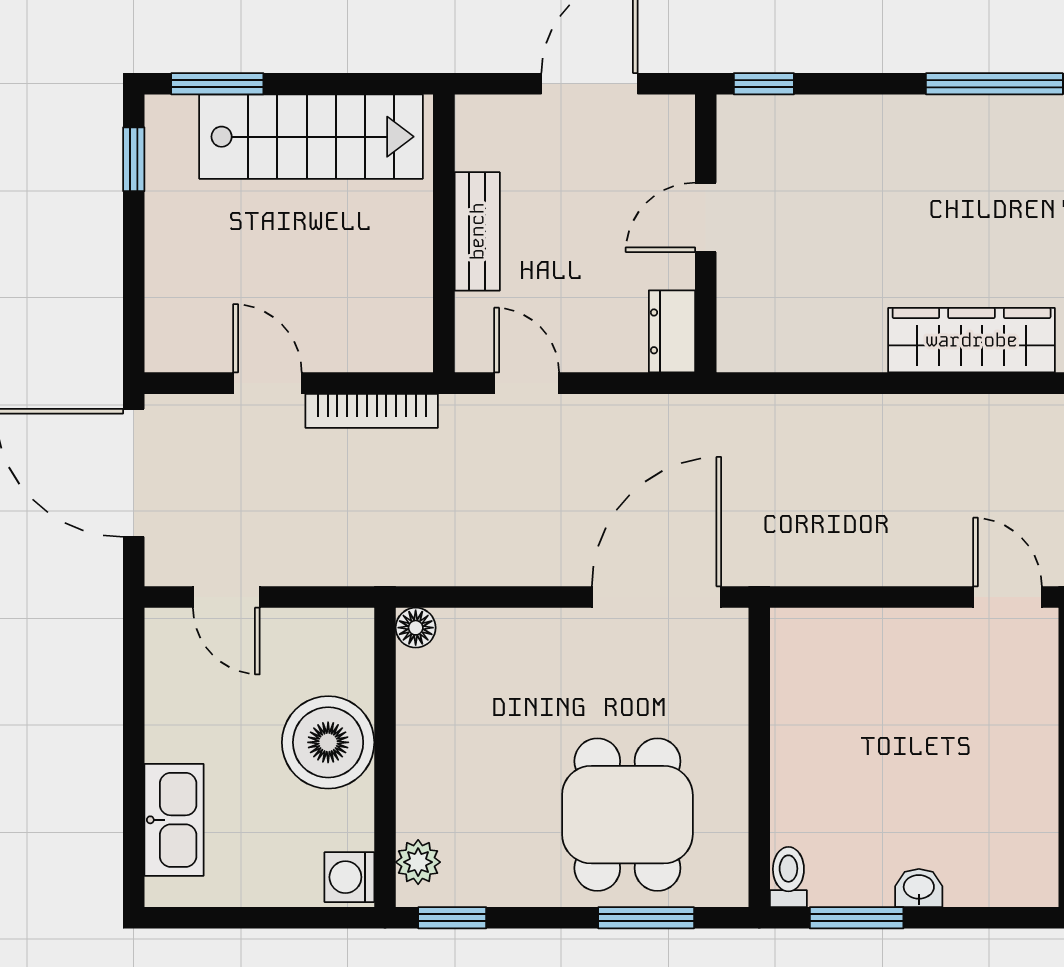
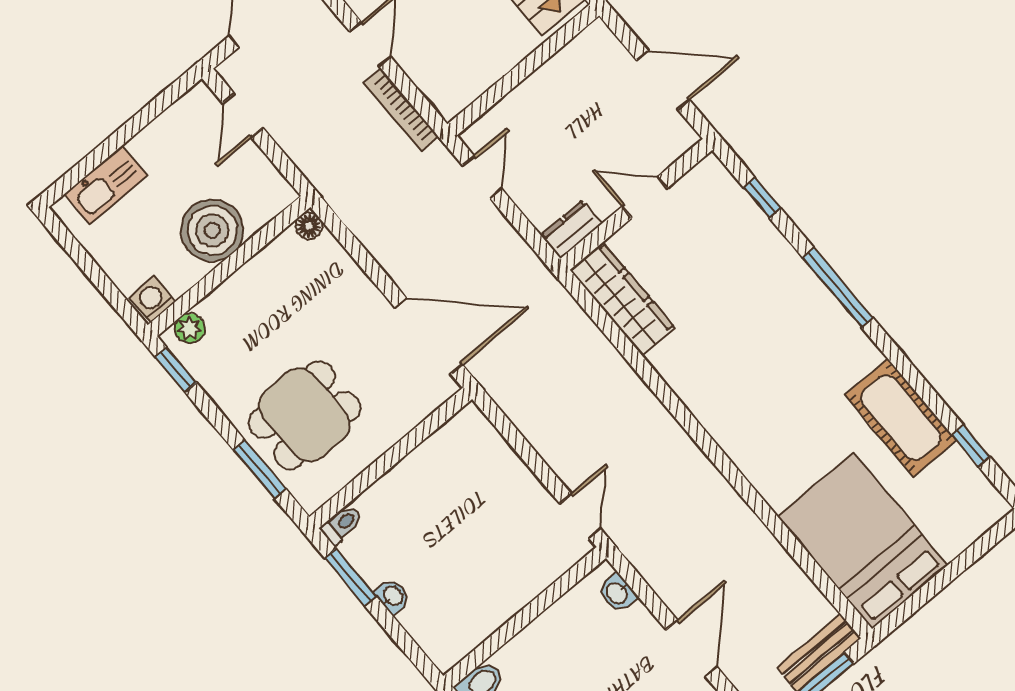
window: (764, 84) -> (762, 198), moved
bench: (477, 231) -> (539, 86), removed
wardrobe: (972, 340) -> (622, 299), moved

